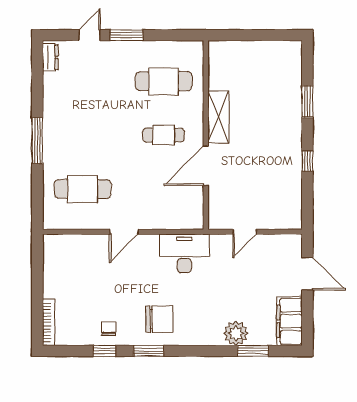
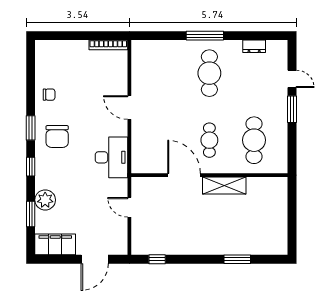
dresser: (50, 57) -> (254, 46), moved
window: (307, 161) -> (157, 259), moved
cafe table: (83, 189) -> (209, 73), moved
bookcase: (49, 322) -> (108, 45), moved
window: (104, 351) -> (31, 167), moved

